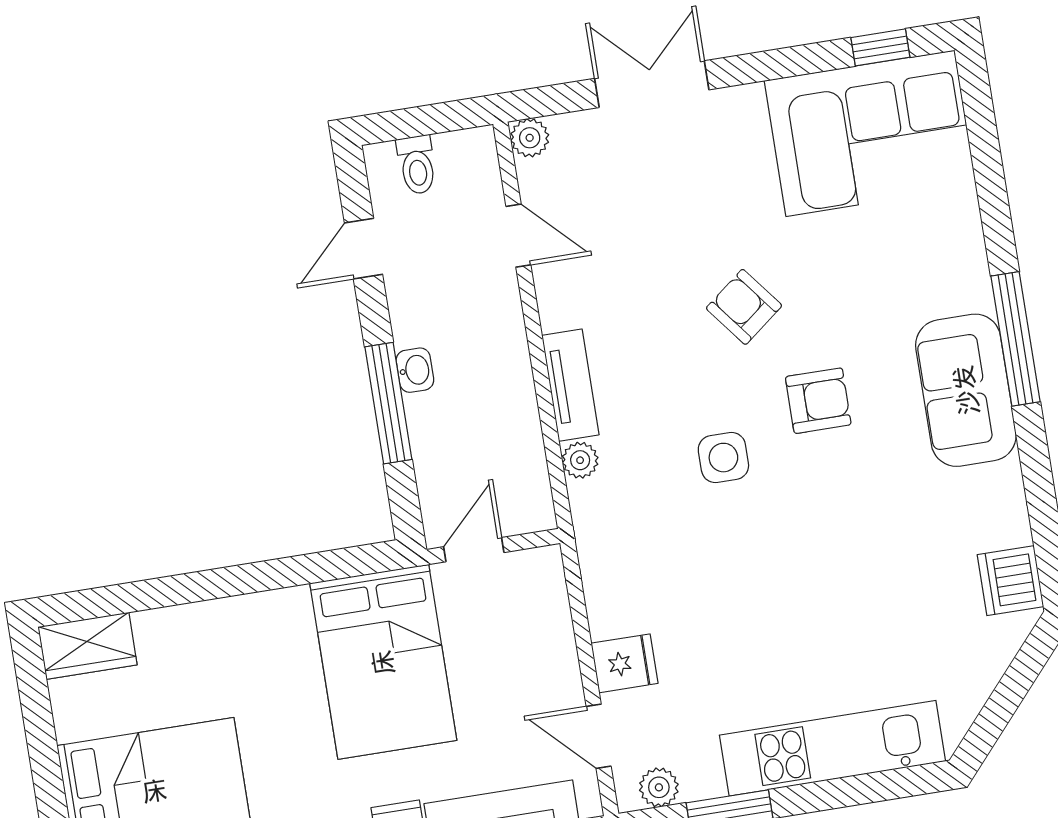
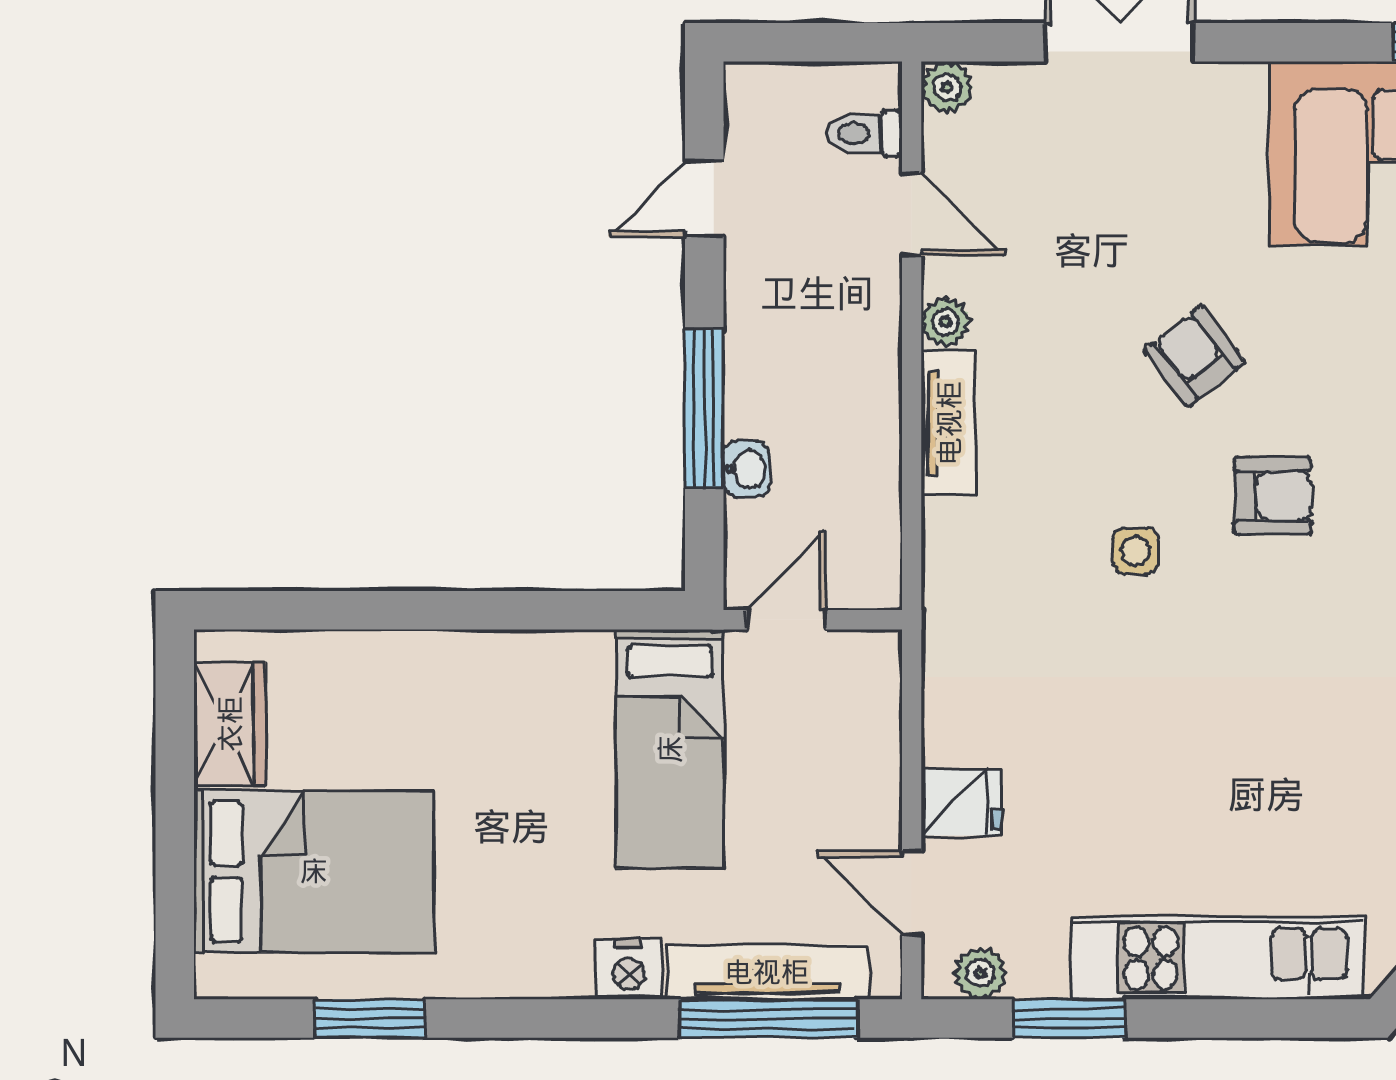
toilet: (417, 165) -> (864, 133), moved, turned 90
washbasin: (415, 370) -> (746, 469), moved
side table: (723, 458) -> (1135, 551), width x0.73, depth x0.73
plant: (580, 460) -> (946, 322), moved
wardrobe: (88, 646) -> (230, 724), moved, turned -90
bed: (383, 662) -> (670, 749), width x0.67

